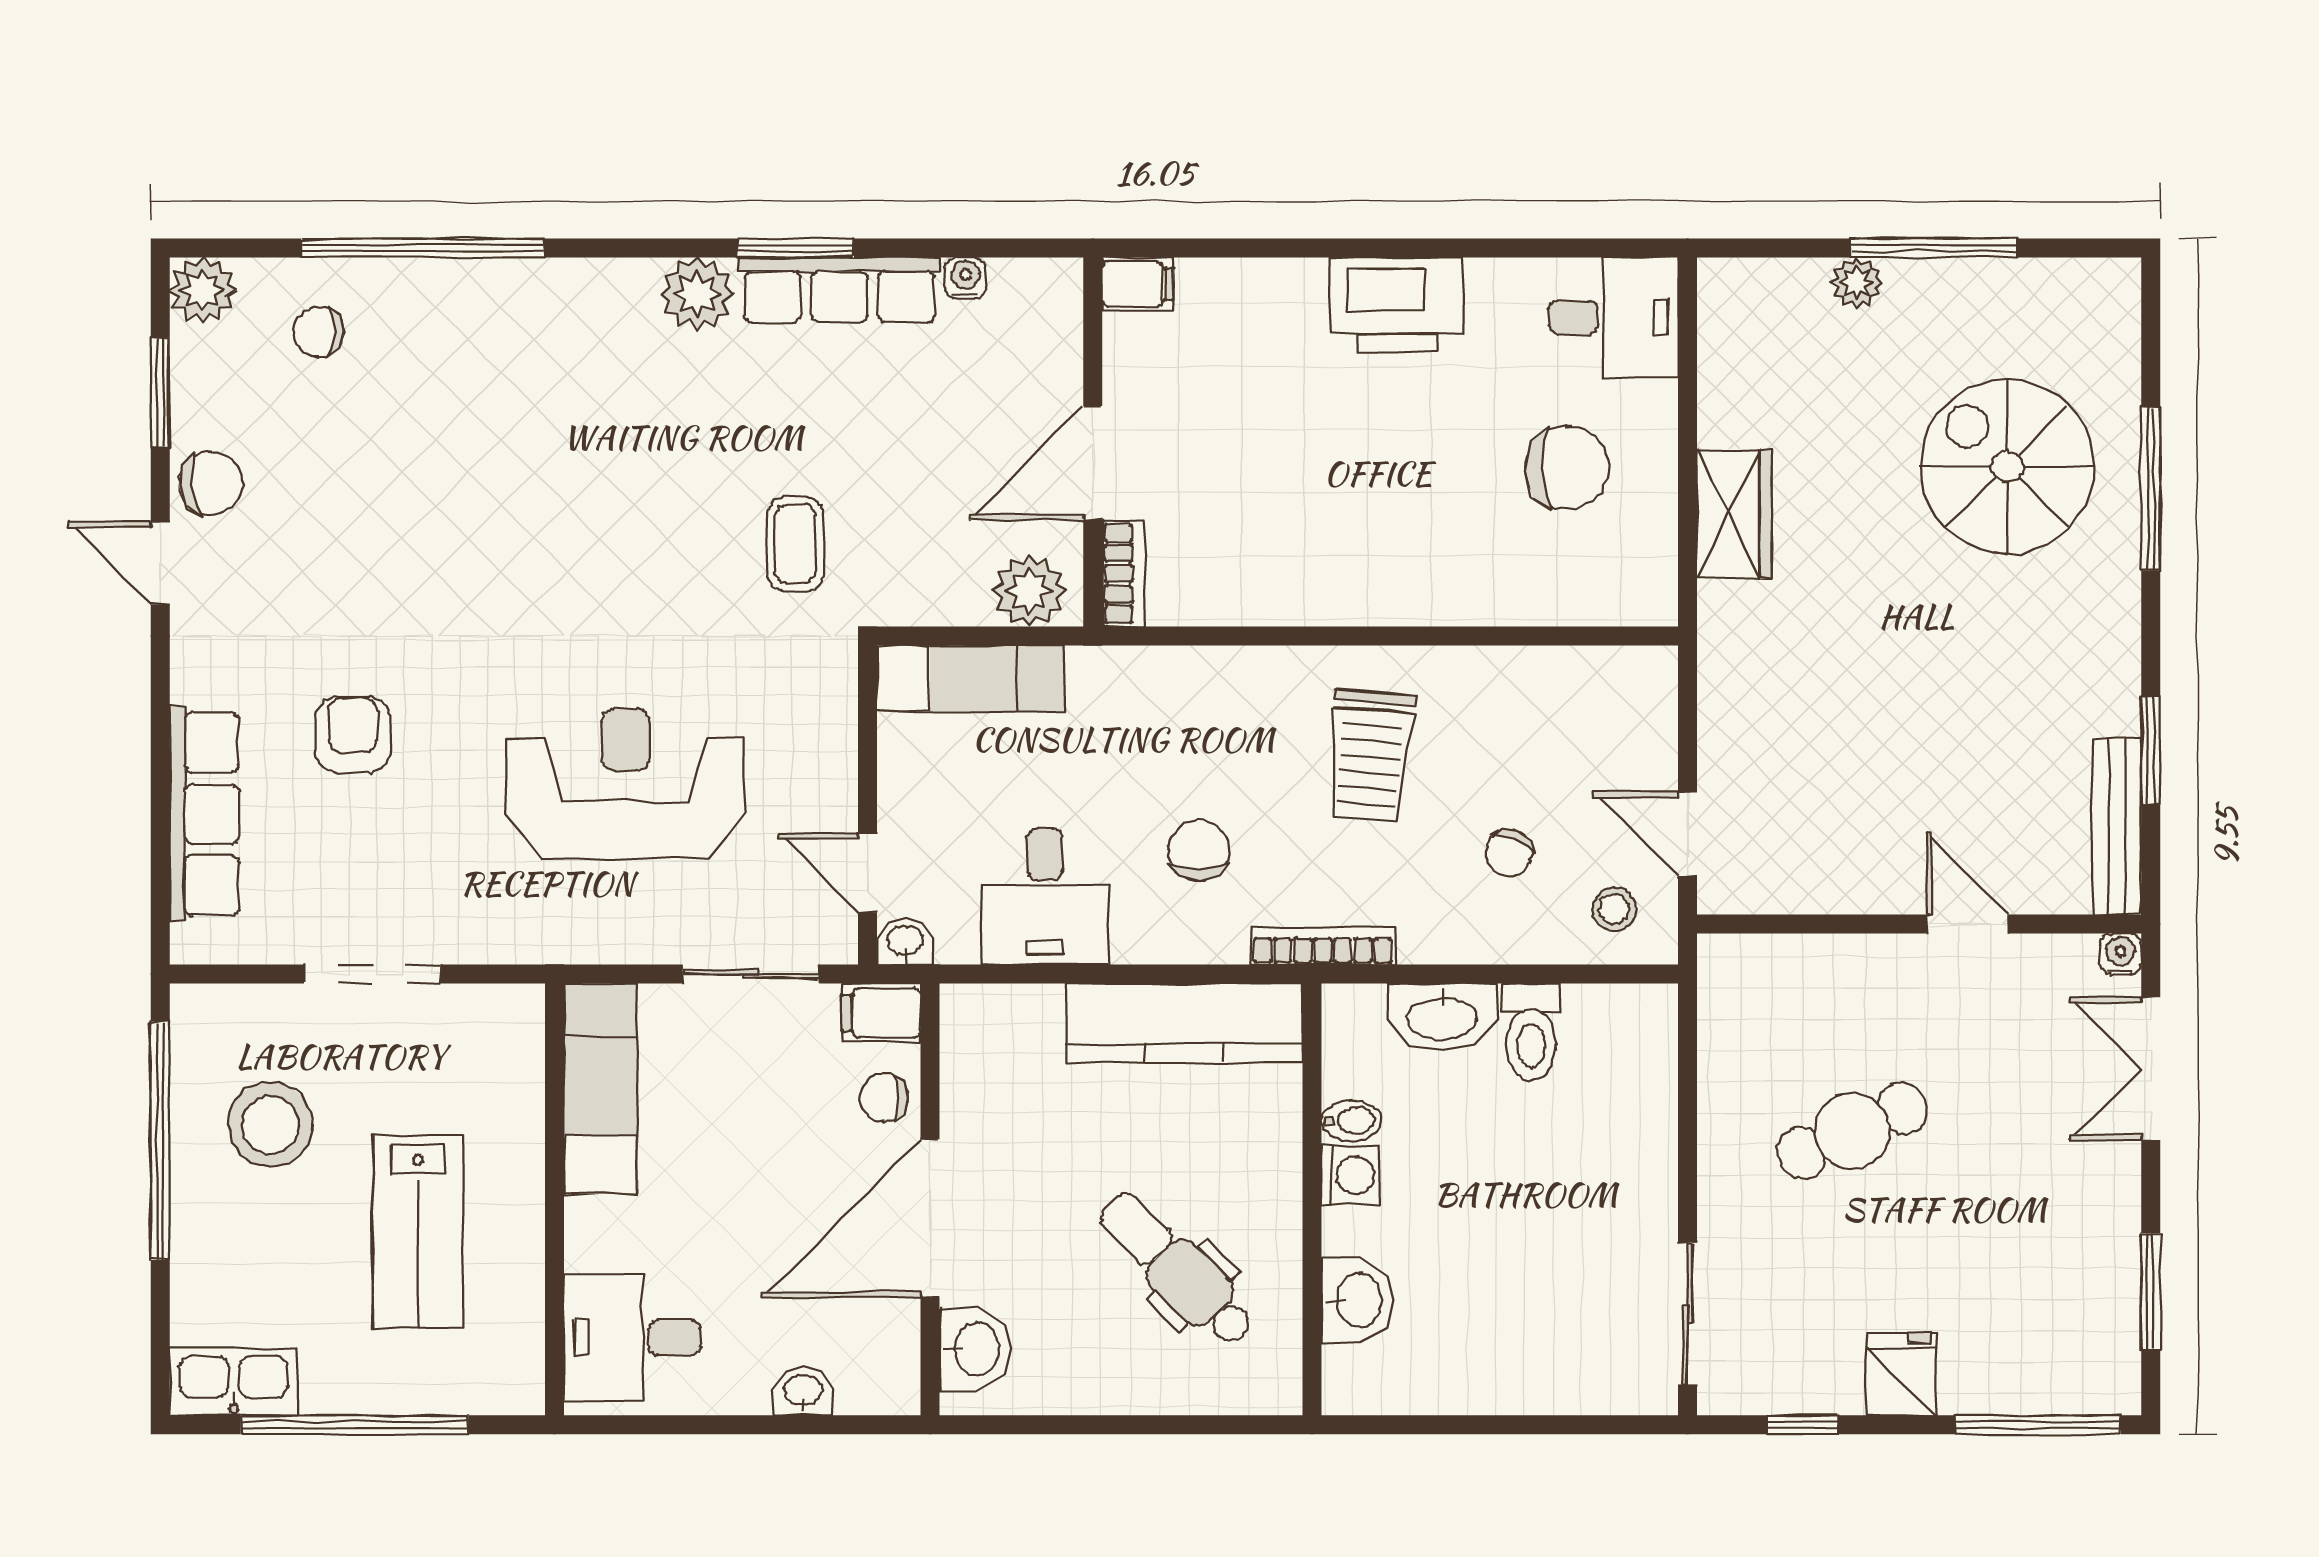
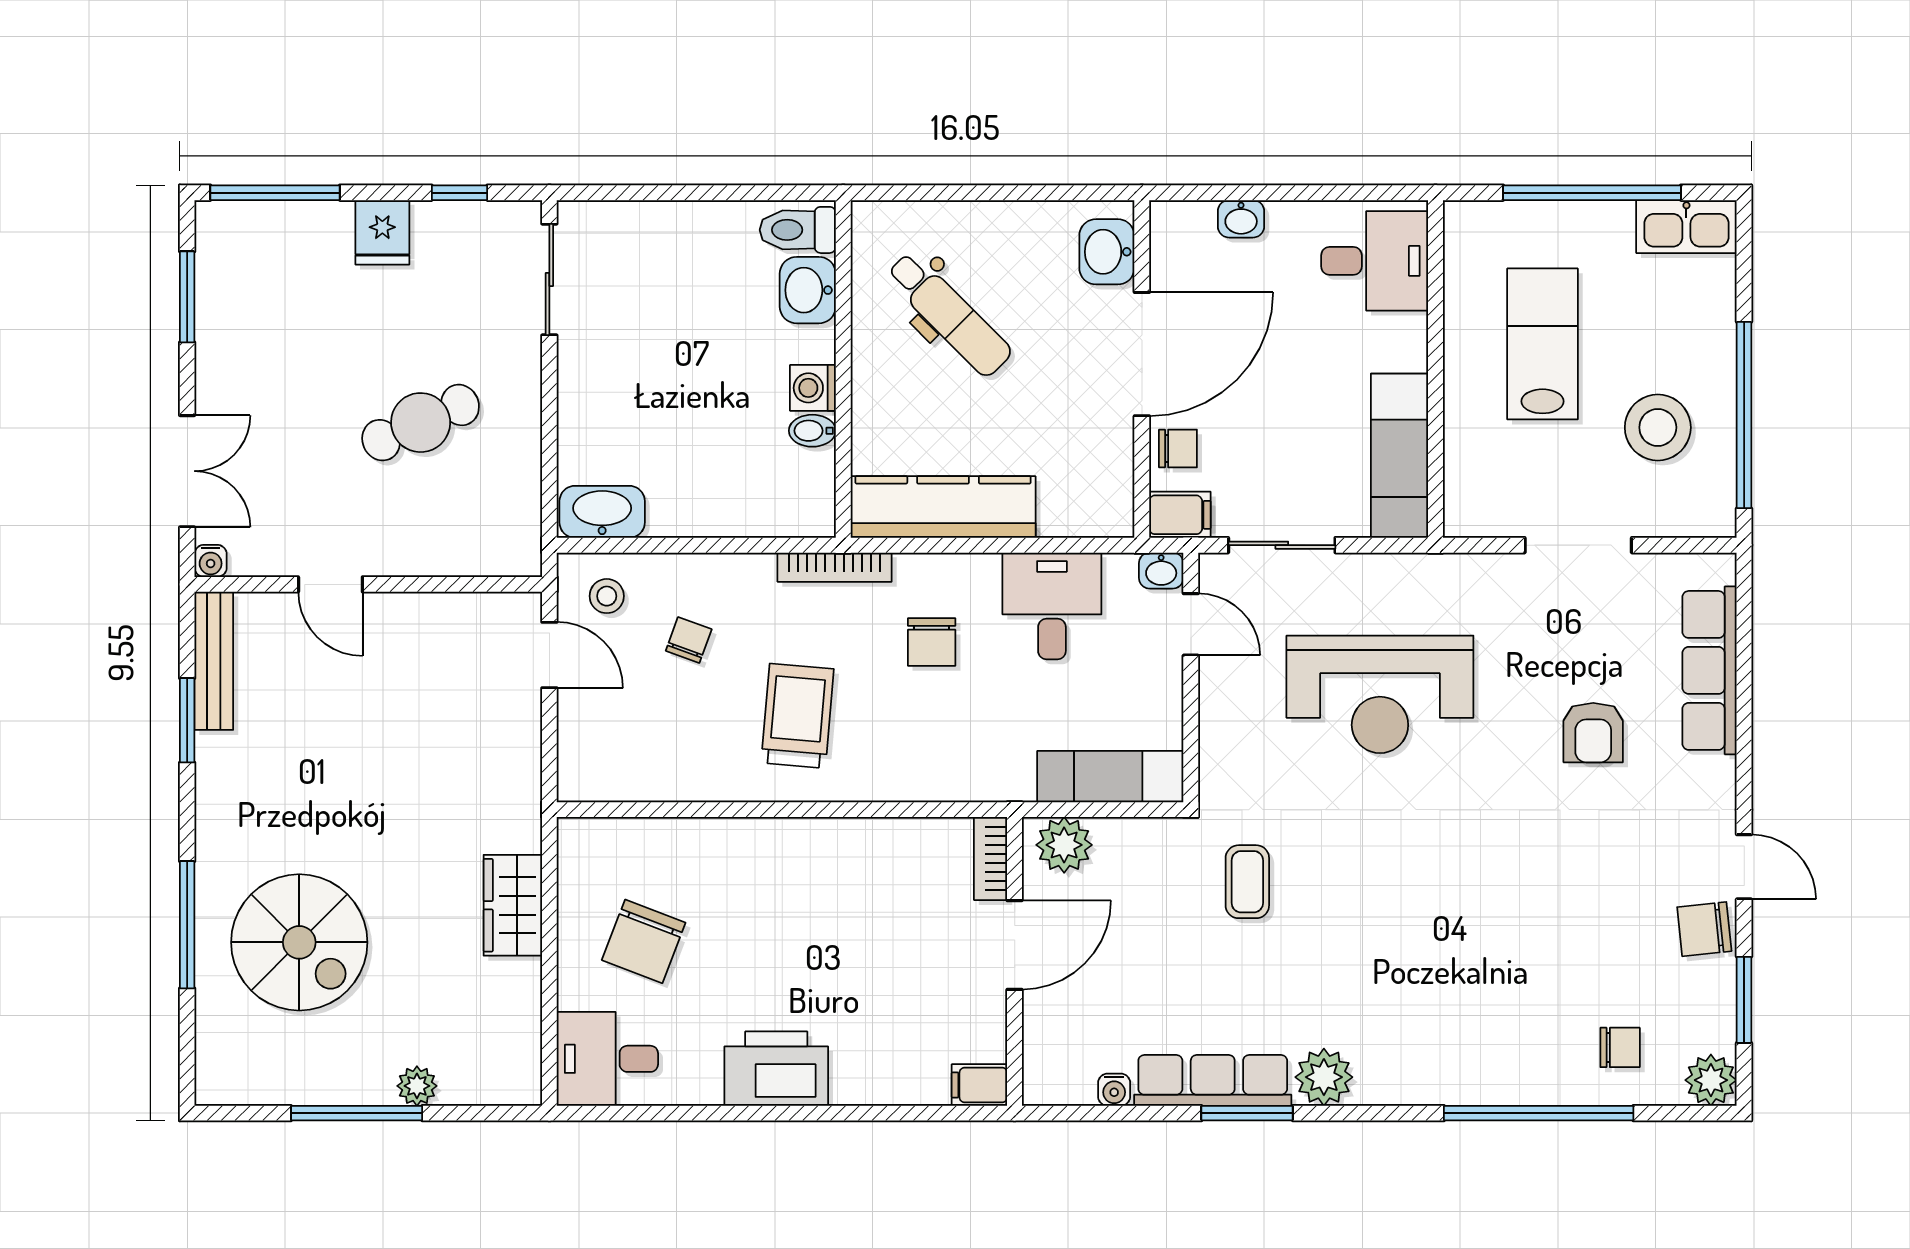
chair: (1567, 468) -> (644, 941), turned -67
washbasin: (1442, 1017) -> (602, 512), moved
toilet: (1531, 1032) -> (798, 230), moved, turned -90

